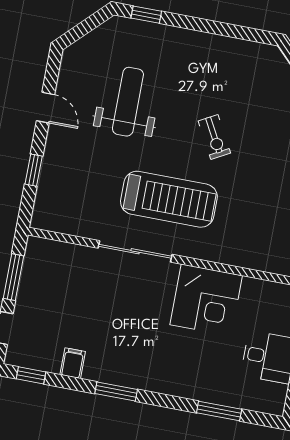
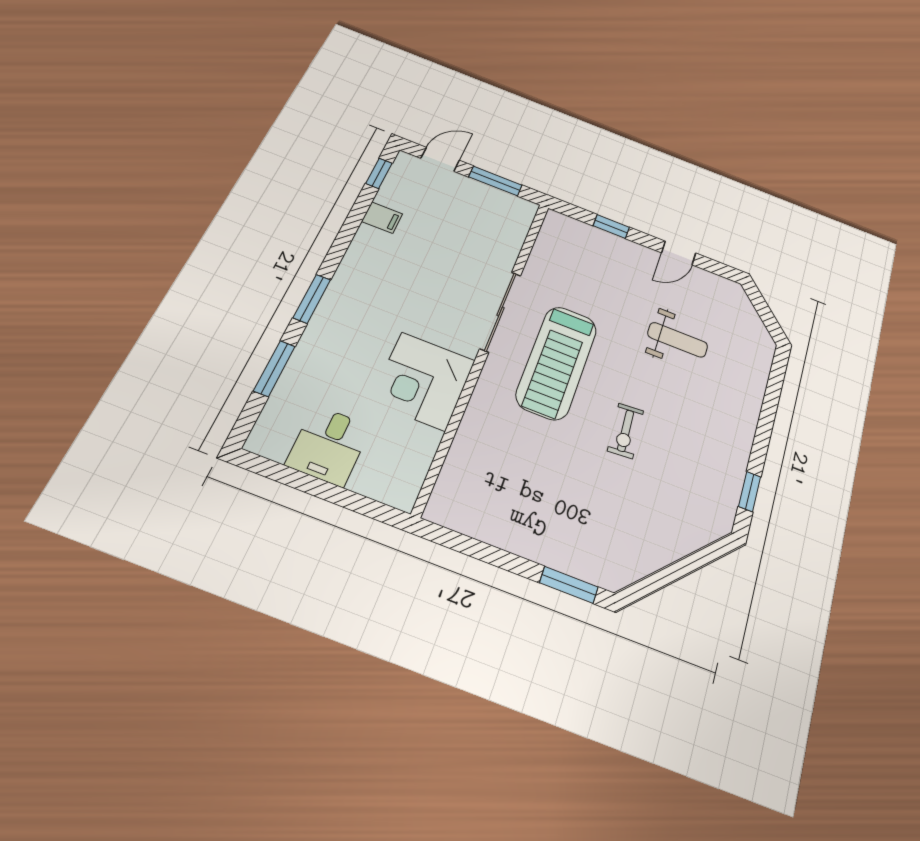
window: (146, 15) -> (750, 492), moved
weight bench: (128, 102) -> (678, 340), width x0.73, depth x0.75
exercise bike: (214, 137) -> (626, 431), turned -65
window: (116, 392) -> (312, 299), moved

